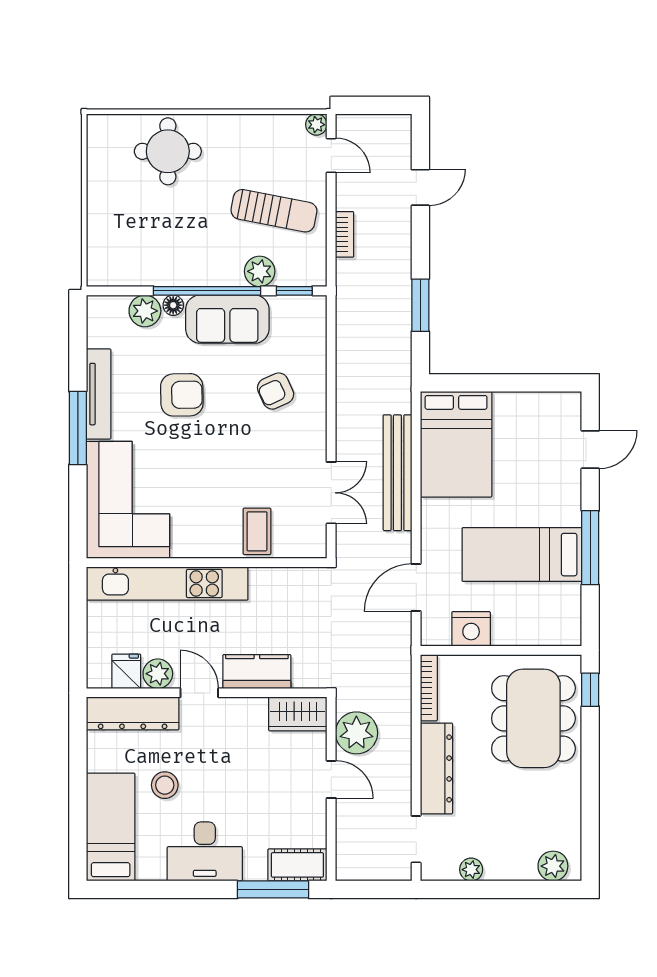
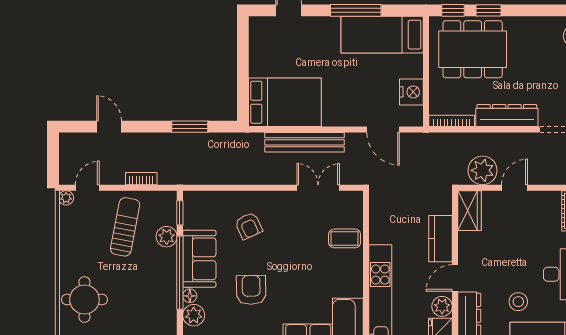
bed: (522, 555) -> (382, 35), moved, turned 90
window: (590, 742) -> (489, 10), added

